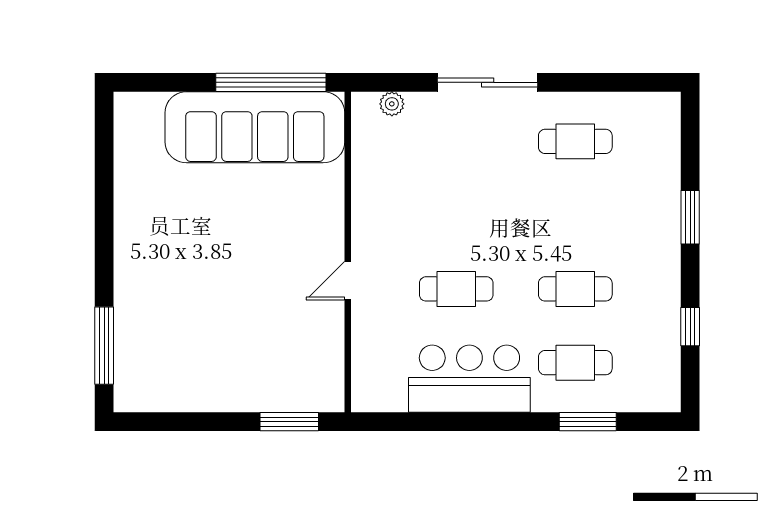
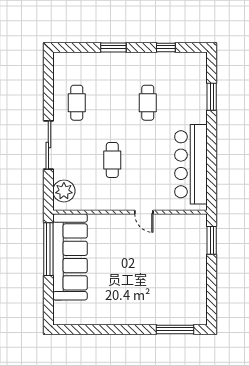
plant: (392, 104) -> (64, 191), width x1.88, depth x1.88
cafe table: (456, 289) -> (112, 160), moved
cafe table: (575, 363) -> (183, 103), removed
bar counter: (469, 379) -> (191, 164), width x1.36

